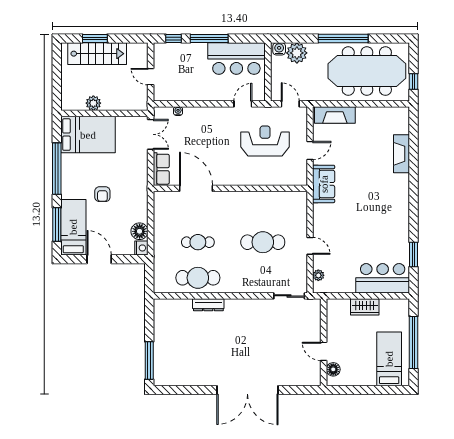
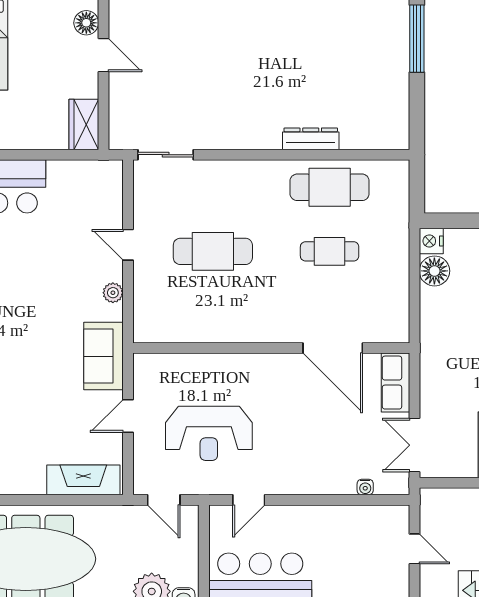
plant: (318, 275) -> (113, 293), moved
wardrobe: (365, 307) -> (84, 124), moved, turned -90

